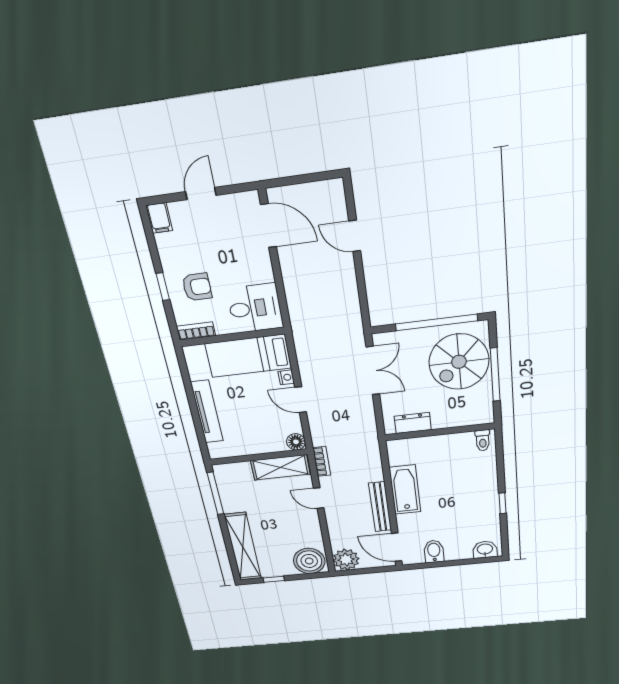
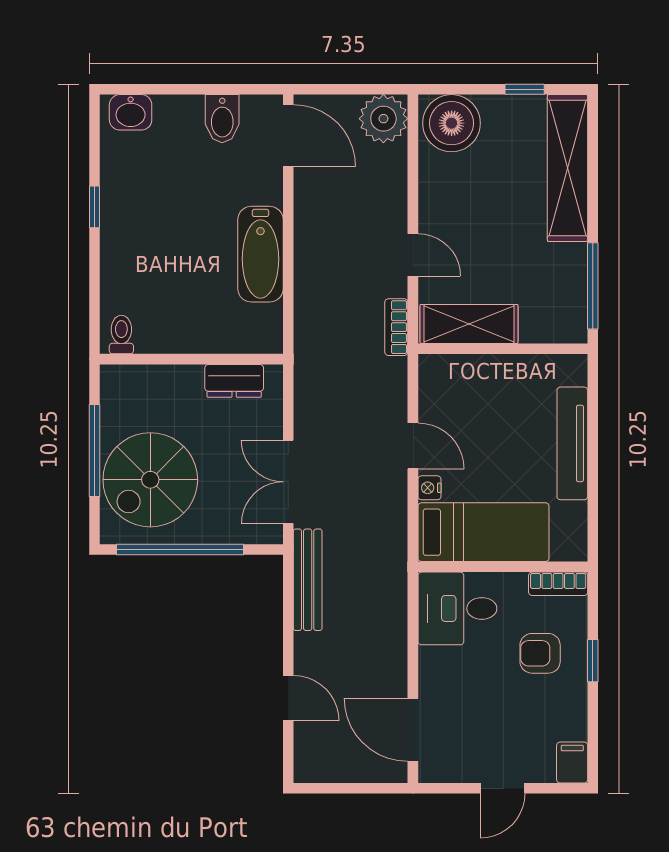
spiral stairs: (459, 362) -> (150, 480), turned 180
floor lamp: (296, 442) -> (434, 370), removed
bench: (380, 507) -> (308, 580), moved

